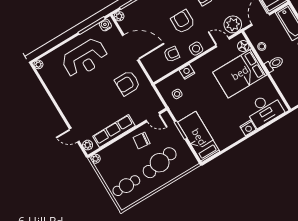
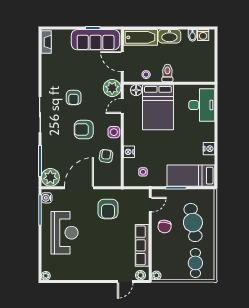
plant: (119, 16) -> (50, 177), width x1.87, depth x1.87
nightstand: (248, 128) -> (209, 149), moved

